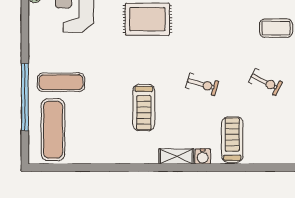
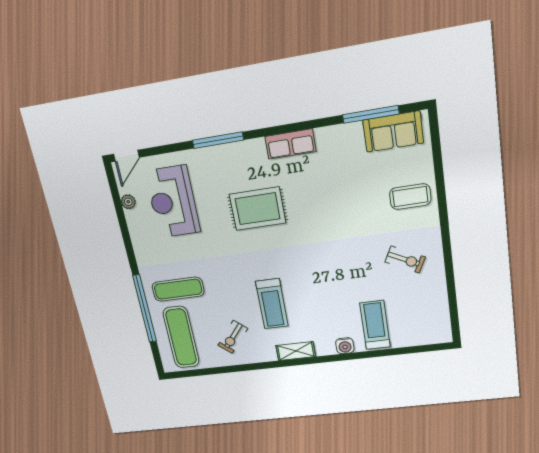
exercise bike: (202, 84) -> (233, 337), moved, turned 114
shelving: (176, 156) -> (296, 351), moved

